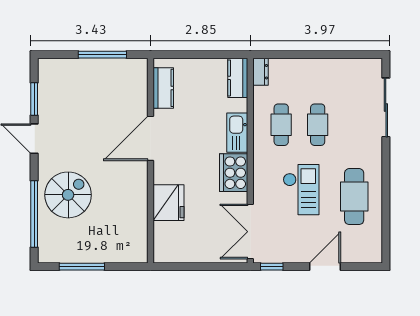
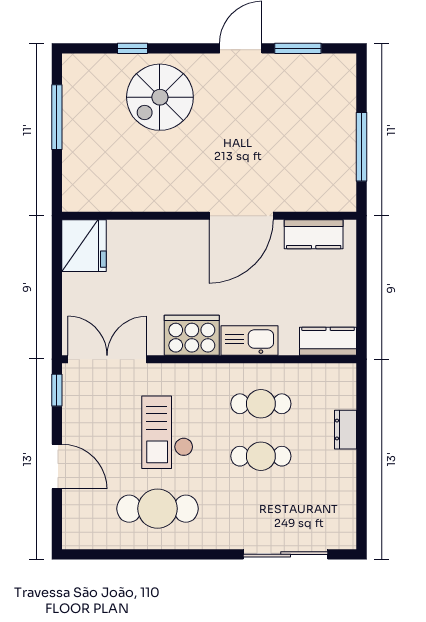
dresser: (261, 72) -> (346, 430), moved, turned 90
door: (150, 138) -> (241, 216), swing flipped
checkout: (301, 190) -> (167, 432), turned 90
spiral stairs: (68, 195) -> (160, 97), turned 90
fridge: (168, 203) -> (84, 246), moved, turned -90
window: (34, 214) -> (132, 48), width x0.32

